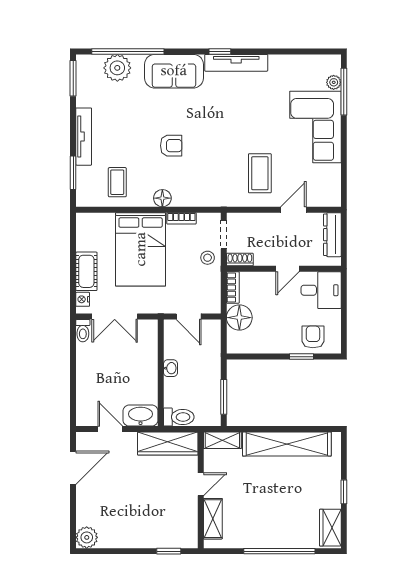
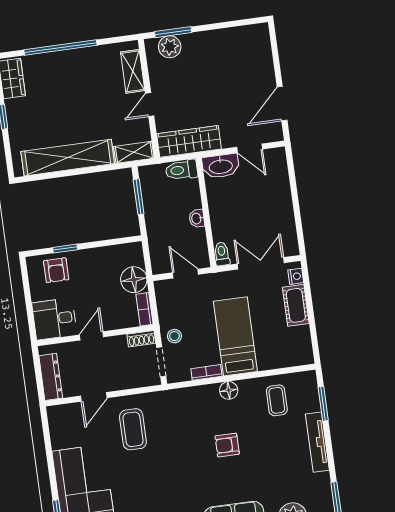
bed: (141, 249) -> (235, 336), width x0.67
toilet: (83, 331) -> (222, 254), moved
plant: (87, 537) -> (170, 47), moved
window: (169, 551) -> (173, 32), width x1.50

